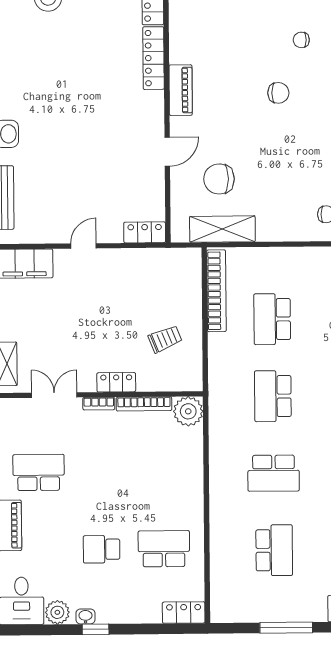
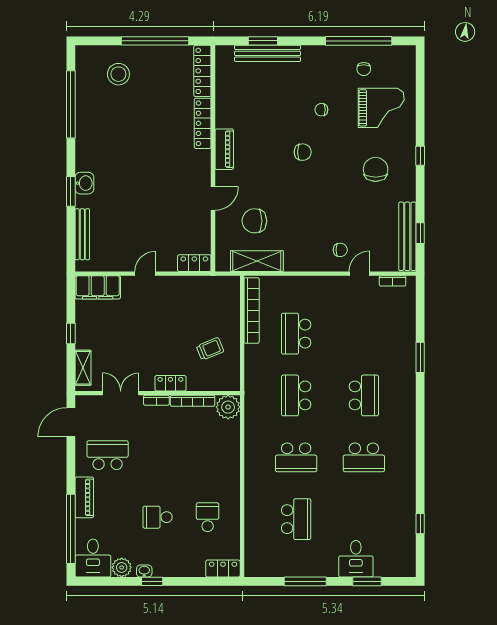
school desk: (164, 549) -> (208, 517), width x0.54

